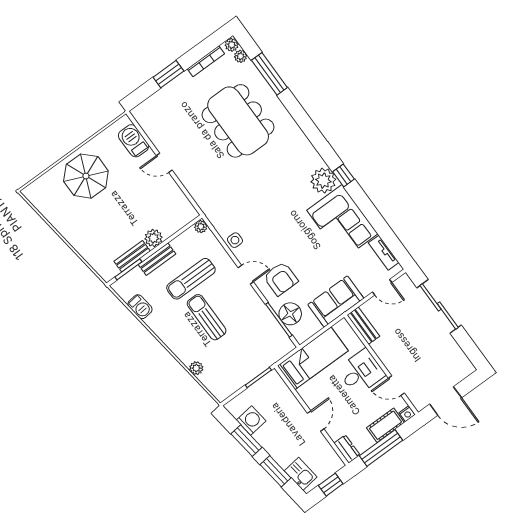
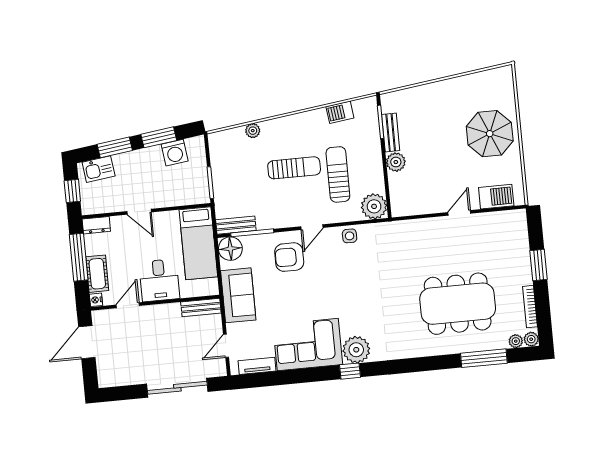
plant: (201, 227) -> (374, 206), width x1.88, depth x1.88
bench: (157, 259) -> (236, 225), moved, turned 90
floor lamp: (290, 314) -> (230, 249), moved

